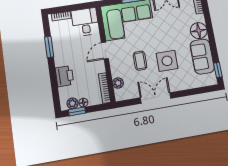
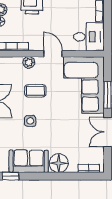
side table: (167, 61) -> (30, 121), width x0.54, depth x0.54
plant: (118, 83) -> (29, 62), moved

